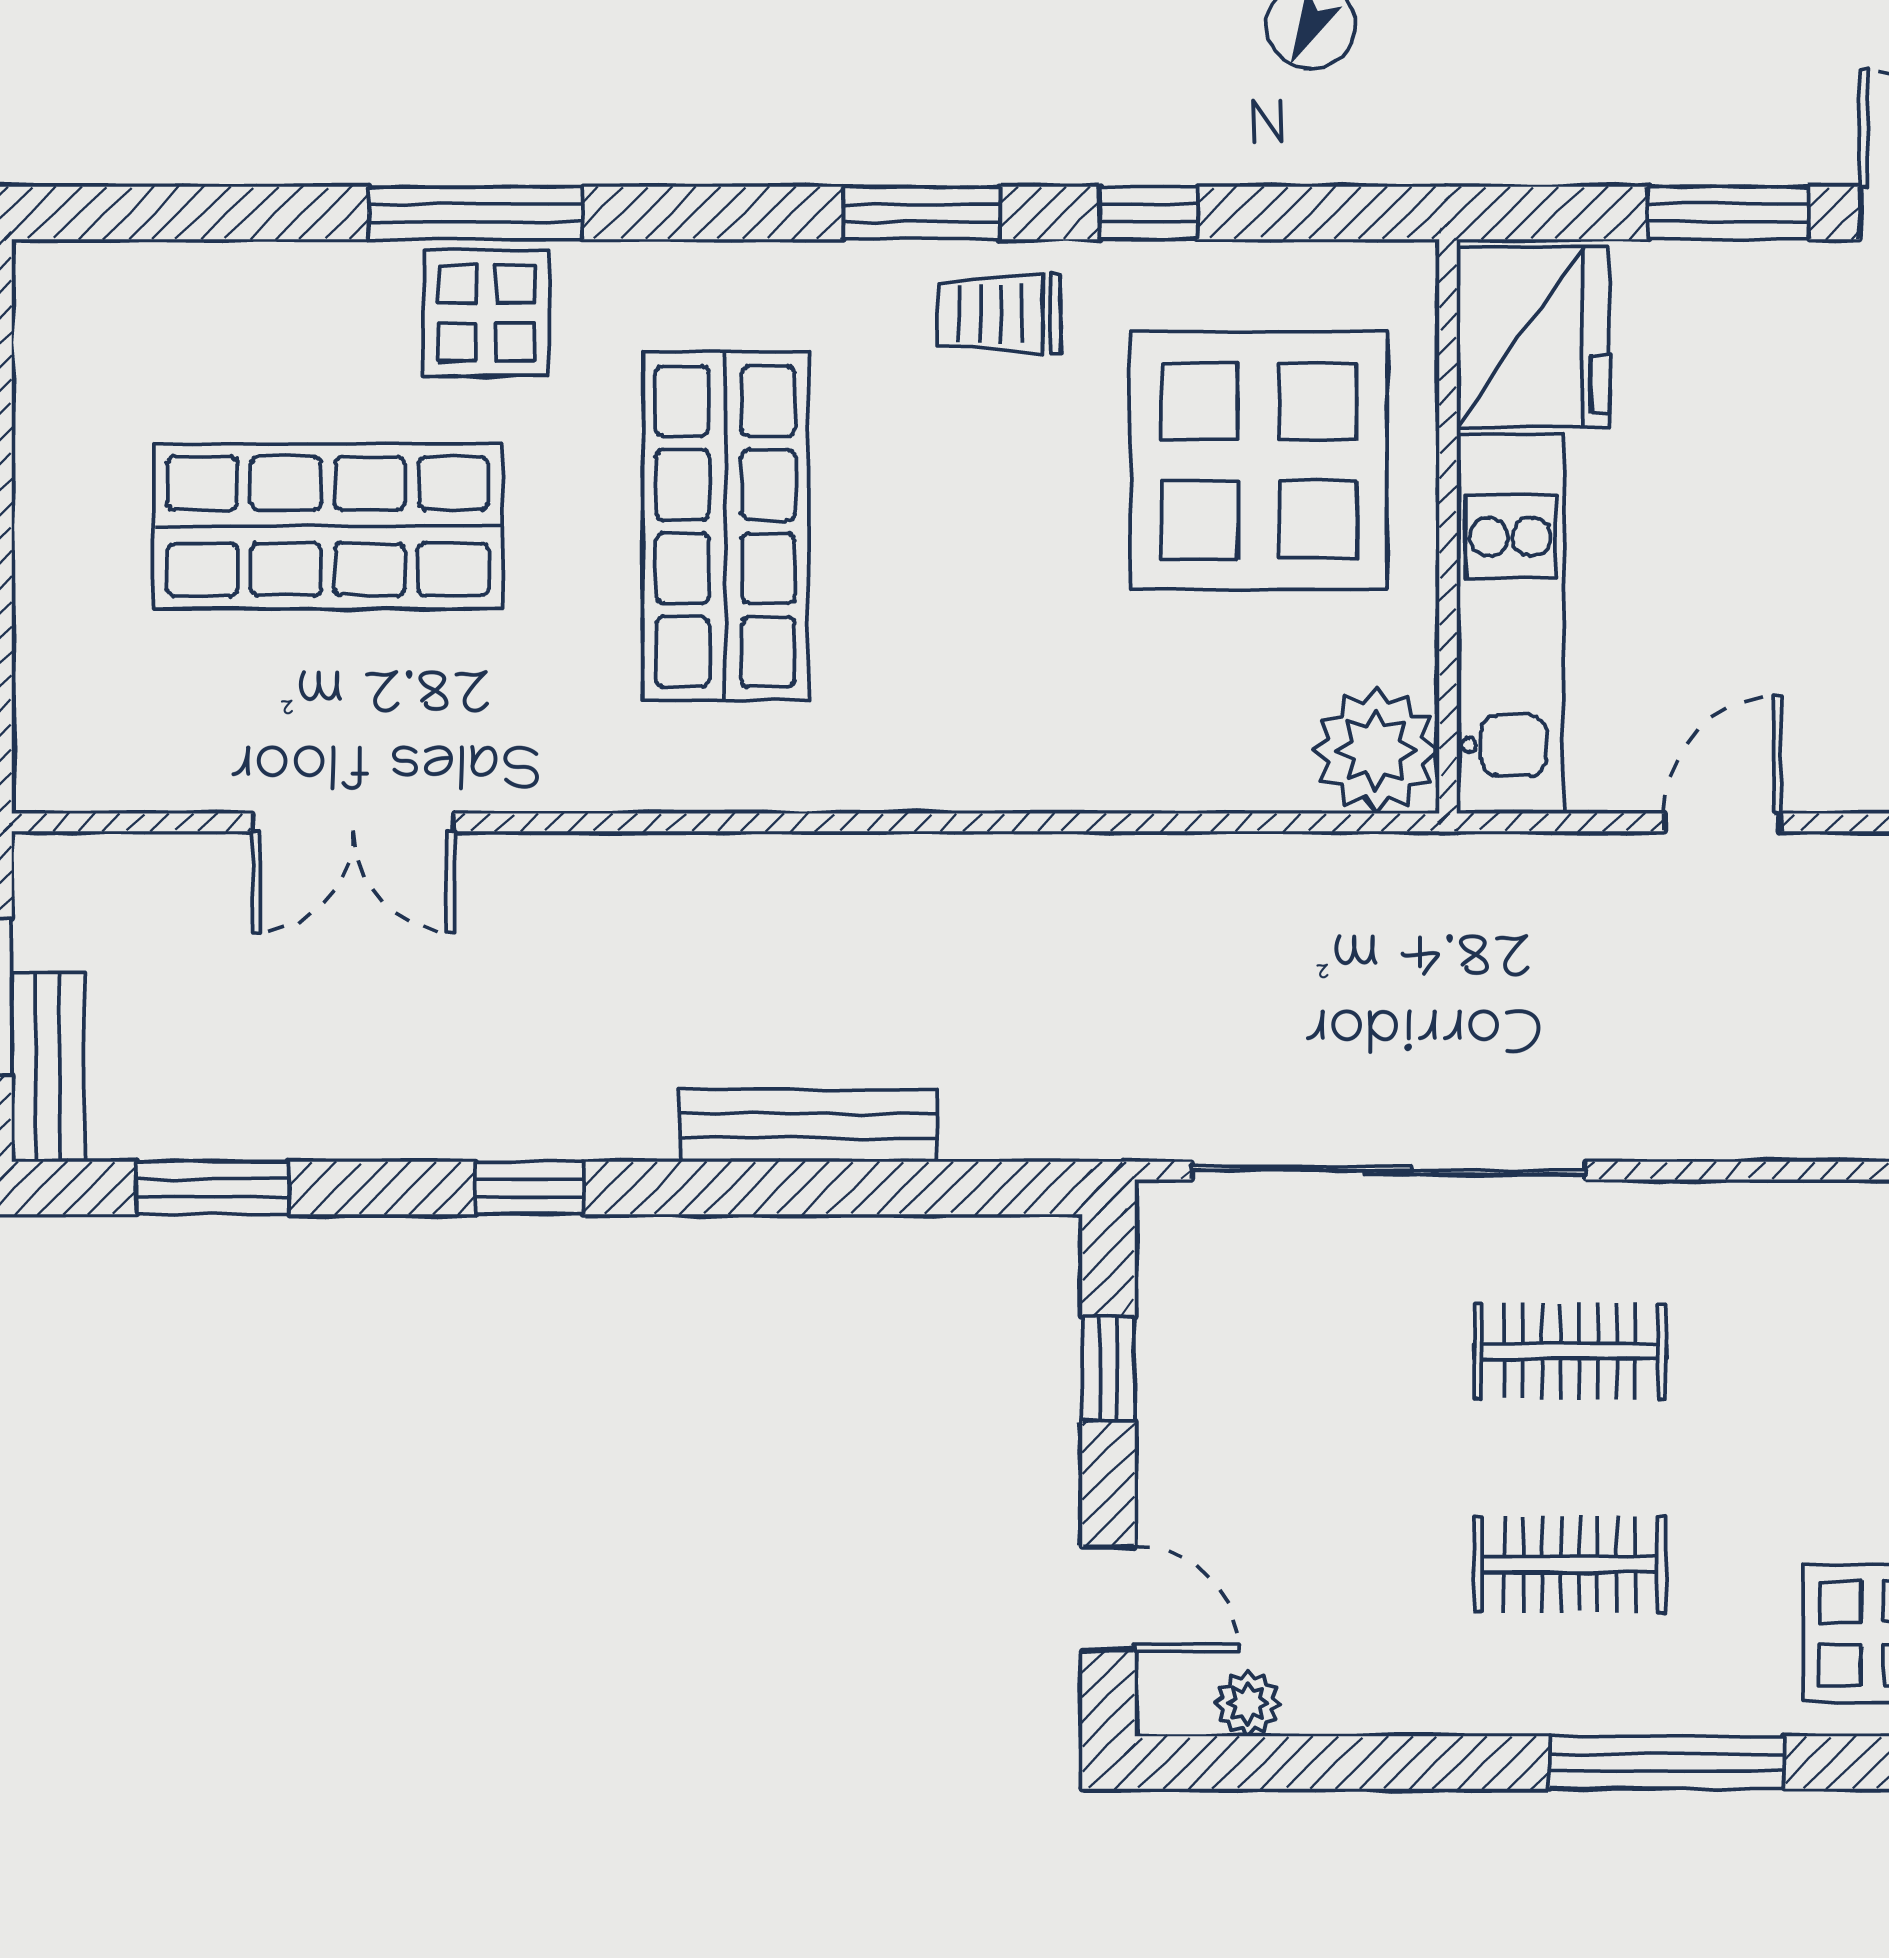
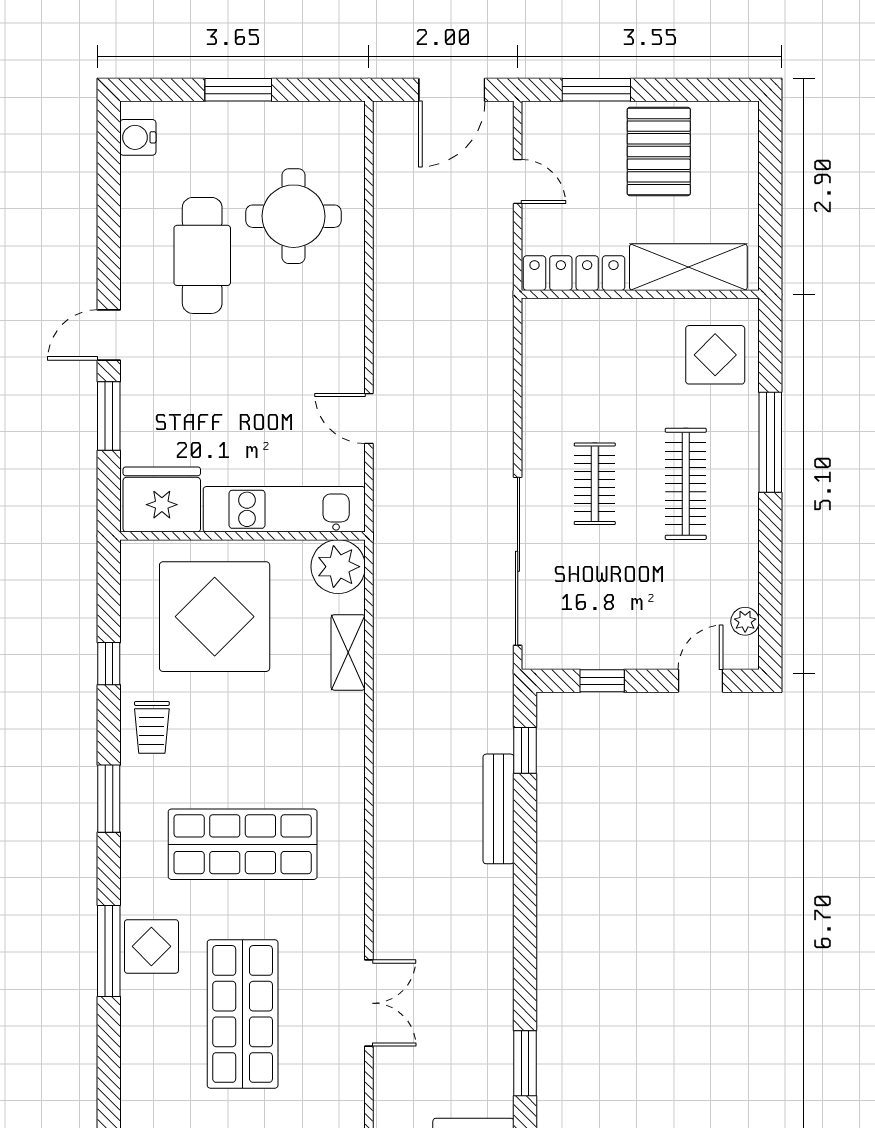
window: (922, 213) -> (109, 799), moved
shelving: (1175, 774) -> (348, 652), added
window: (530, 1188) -> (525, 750), moved
clothes rail: (1570, 1564) -> (686, 484), width x1.36

